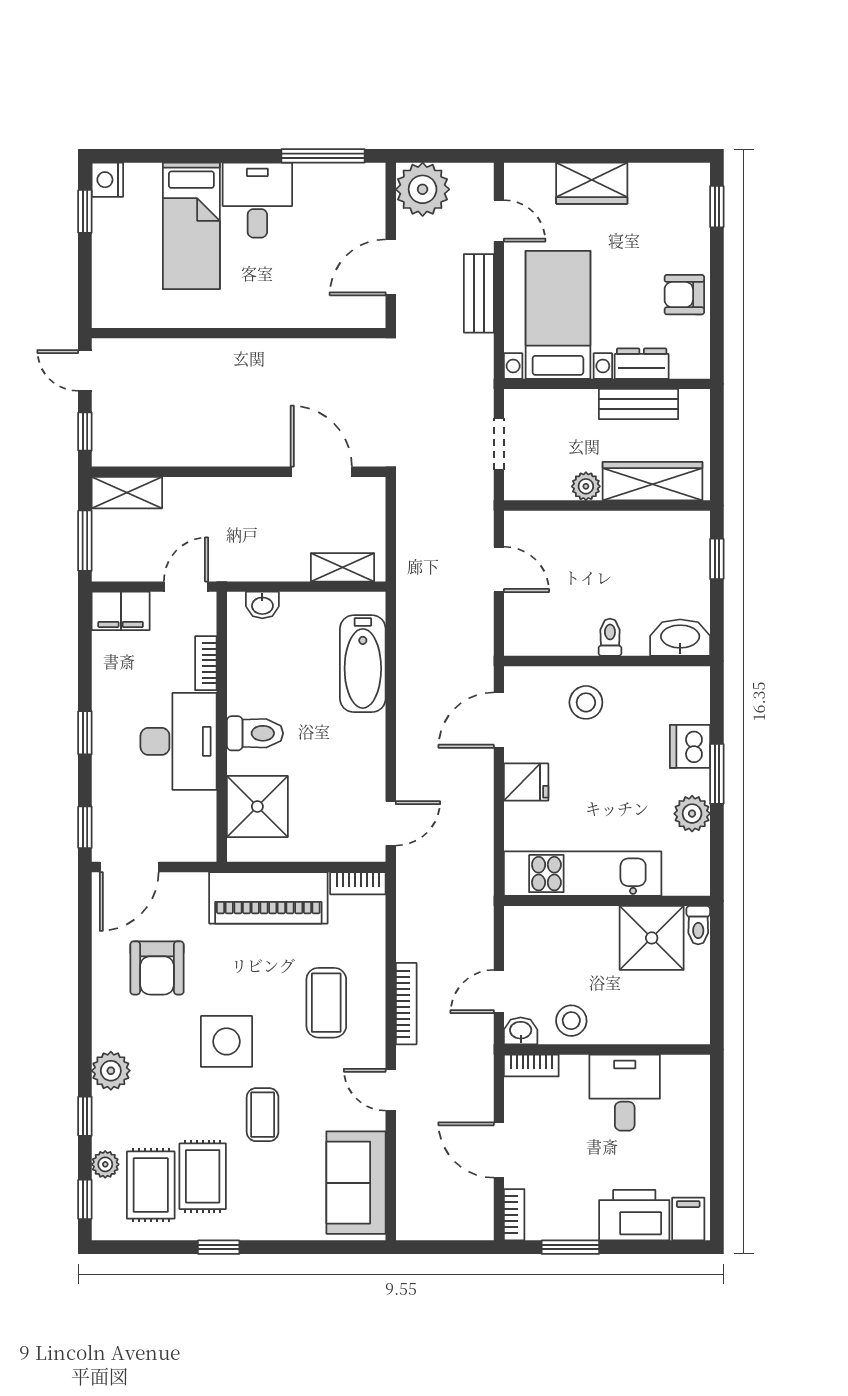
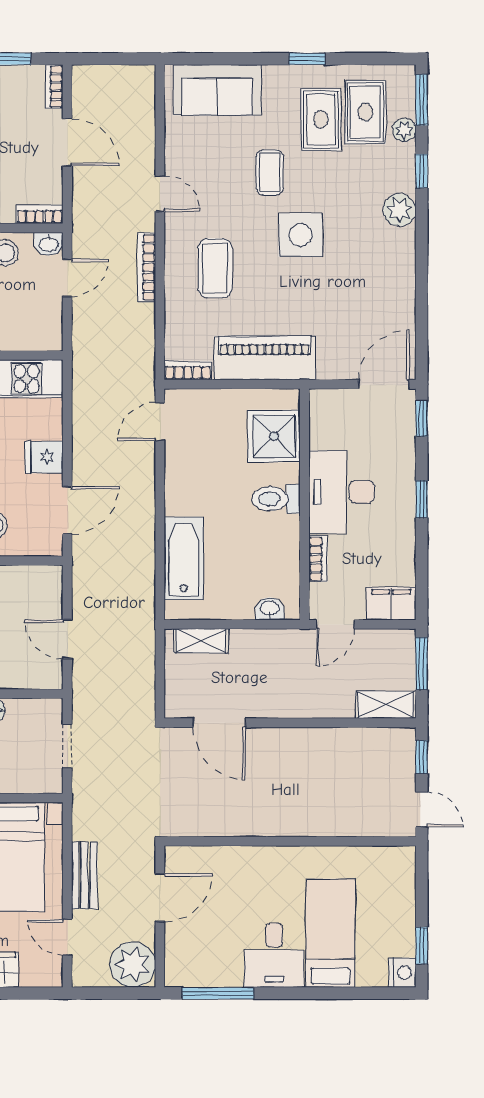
armchair: (157, 968) -> (360, 298), removed
sofa: (356, 1183) -> (217, 90), moved, turned 90
window: (85, 1199) -> (422, 100), width x1.50

